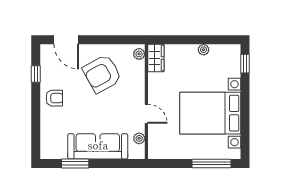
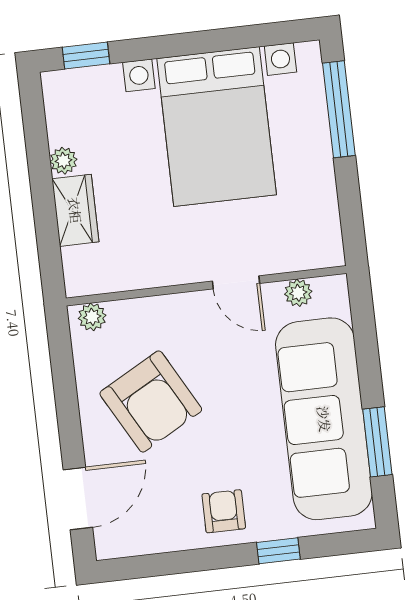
wardrobe: (156, 58) -> (75, 210), moved, turned 90
window: (36, 74) -> (278, 551), moved
door: (146, 114) -> (236, 282), swing flipped
sofa: (98, 146) -> (324, 419), width x1.36, depth x1.27

